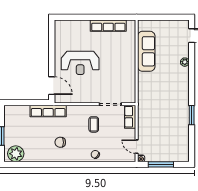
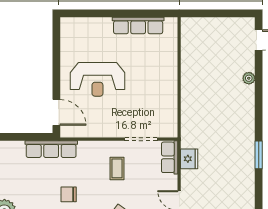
sofa: (146, 51) -> (193, 63), removed
fridge: (144, 118) -> (189, 159), added

